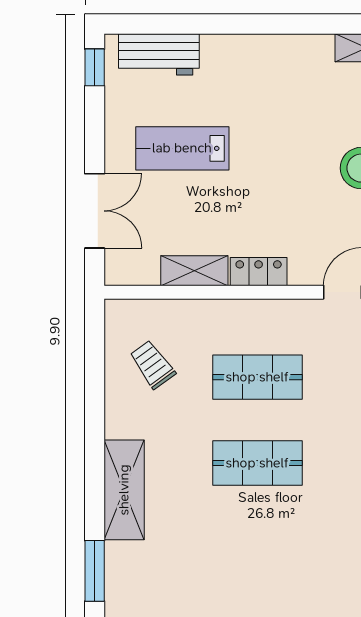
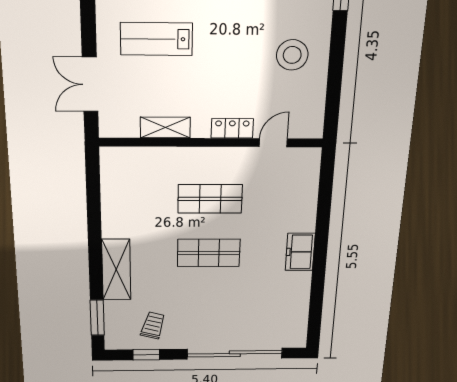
double door: (95, 211) -> (90, 85), swing flipped
locker: (259, 272) -> (232, 128), moved
trolley: (152, 365) -> (153, 325), moved, turned 51

